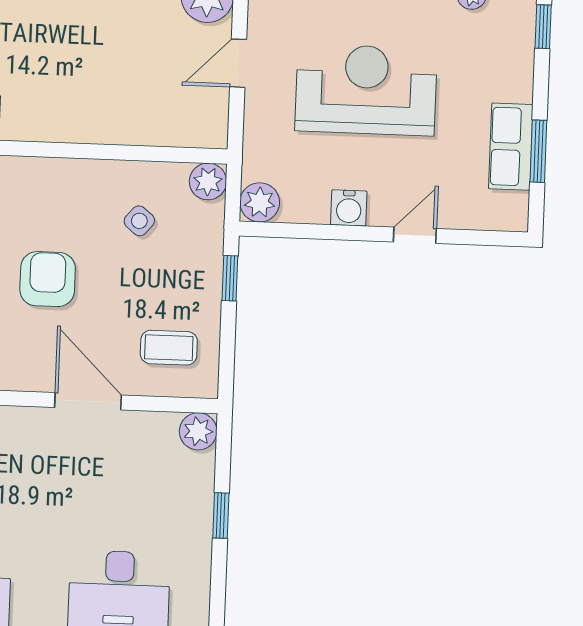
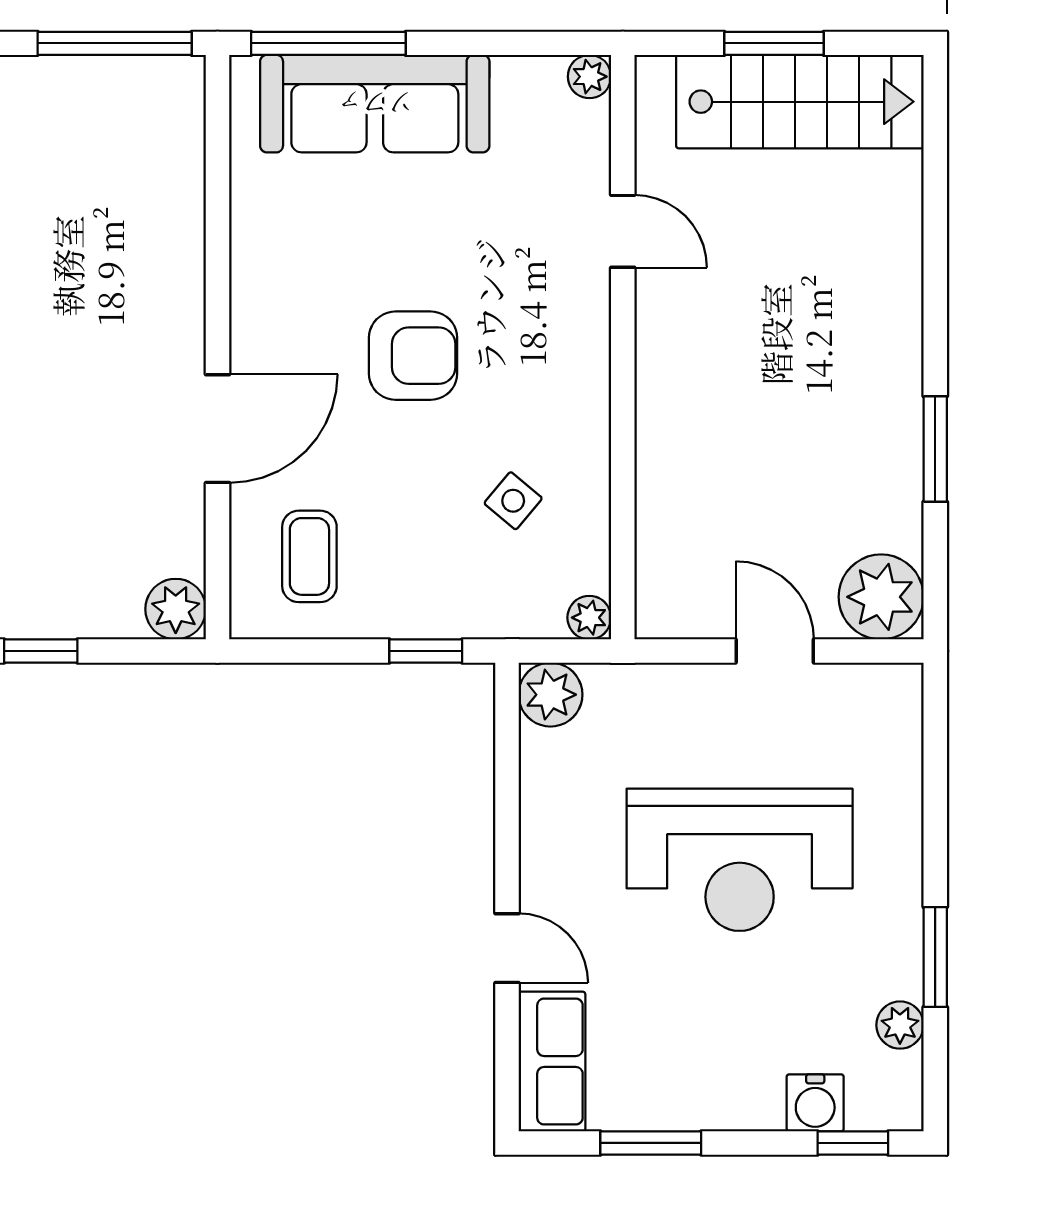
reception desk: (366, 90) -> (740, 860), turned 90
row of seats: (511, 147) -> (552, 1062), moved, turned 90
plant: (208, 181) -> (589, 618), width x0.73, depth x0.73
water cooler: (349, 208) -> (815, 1103), moved, turned -90

